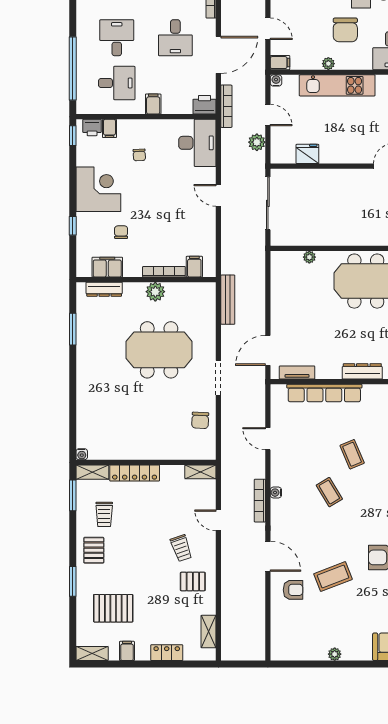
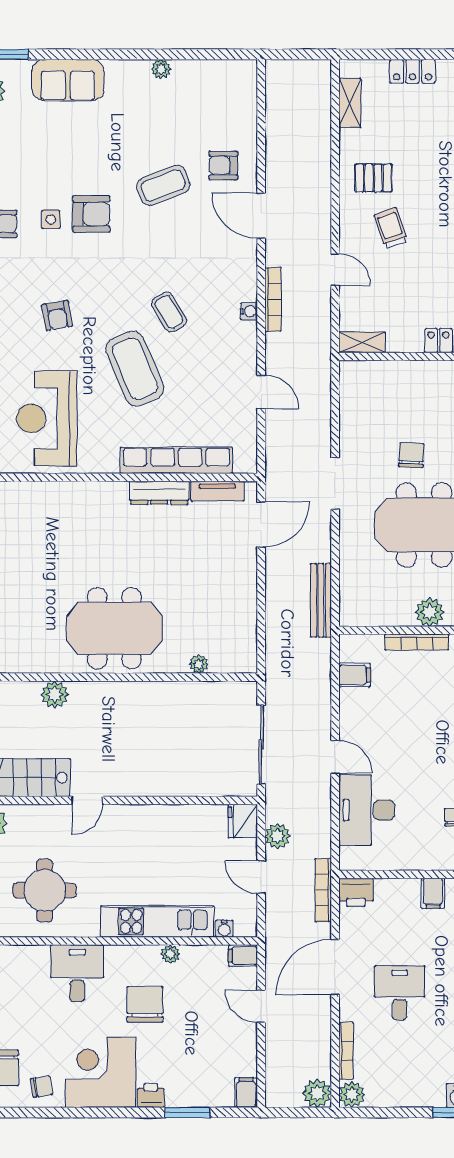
water cooler: (276, 80) -> (224, 929), moved
desk: (197, 143) -> (367, 810), moved
fridge: (307, 154) -> (243, 821), moved, turned 90
filing cabinet: (194, 267) -> (355, 675), moved, turned -90
dresser: (362, 371) -> (159, 493), moved
chair: (200, 420) -> (411, 455), moved
coffee table: (352, 454) -> (135, 369), width x1.86, depth x1.72

